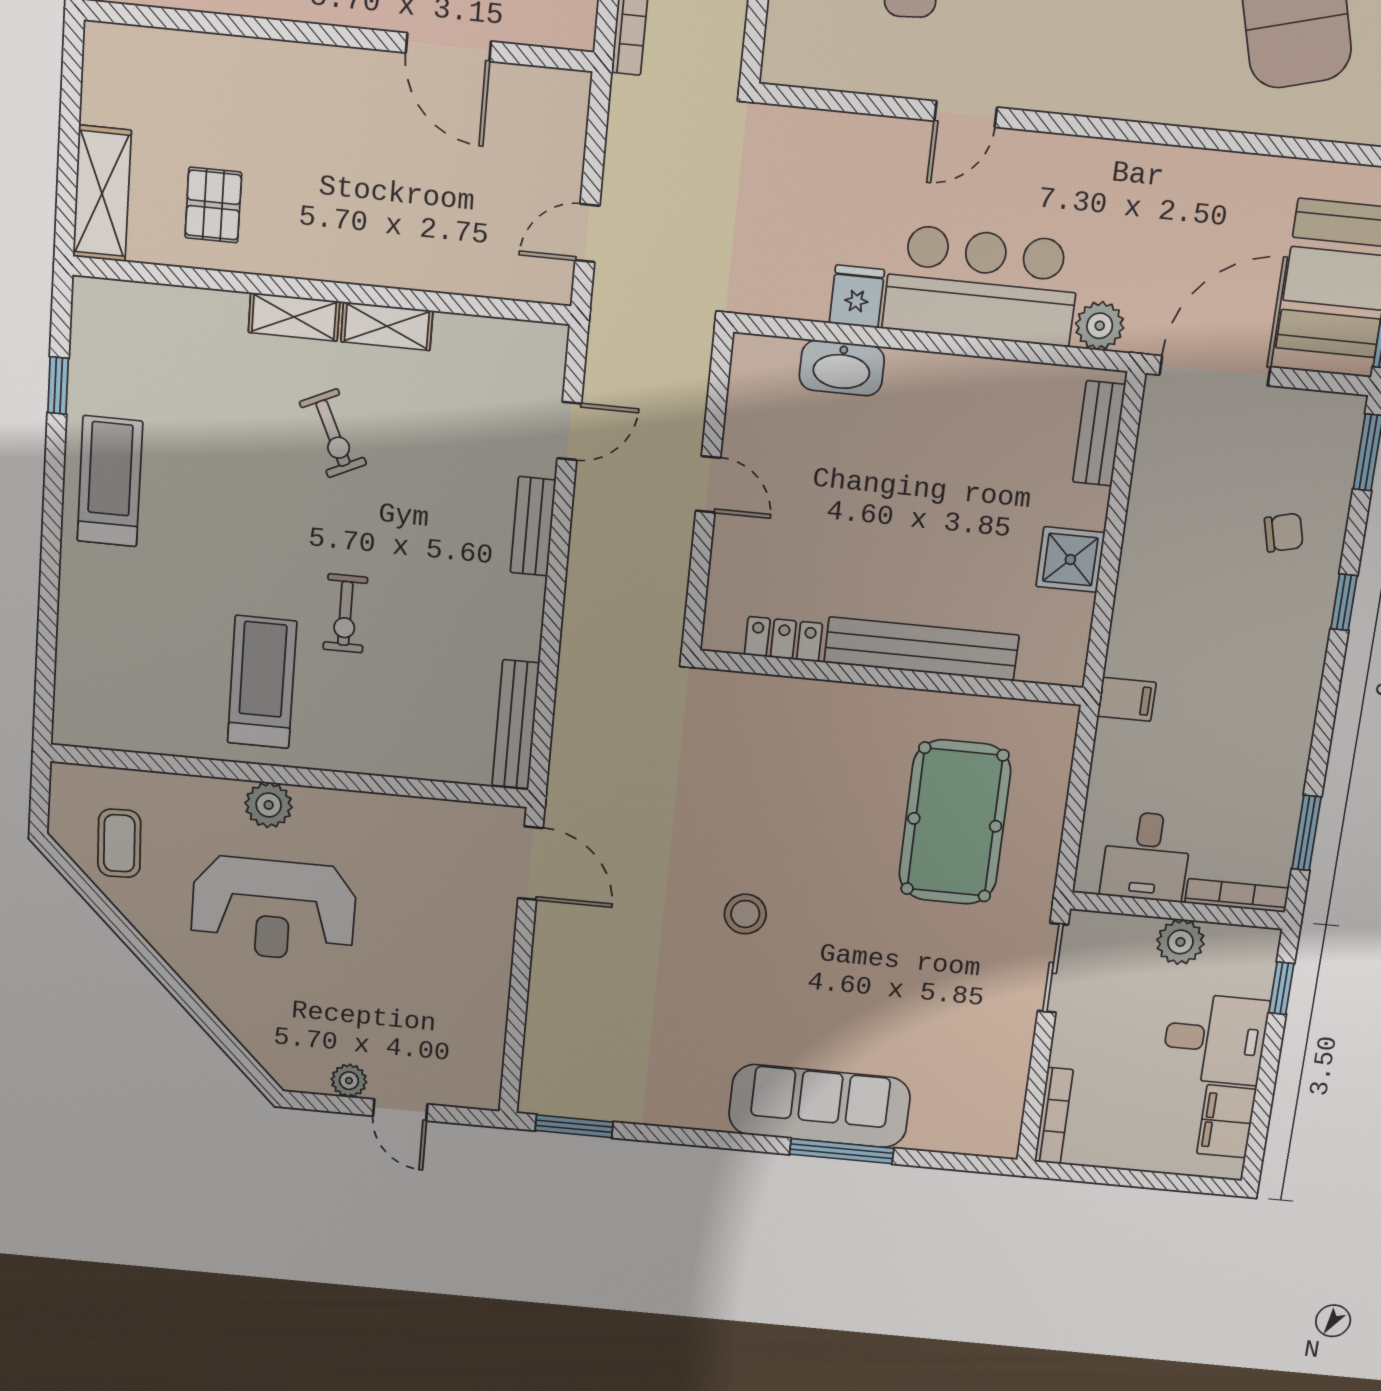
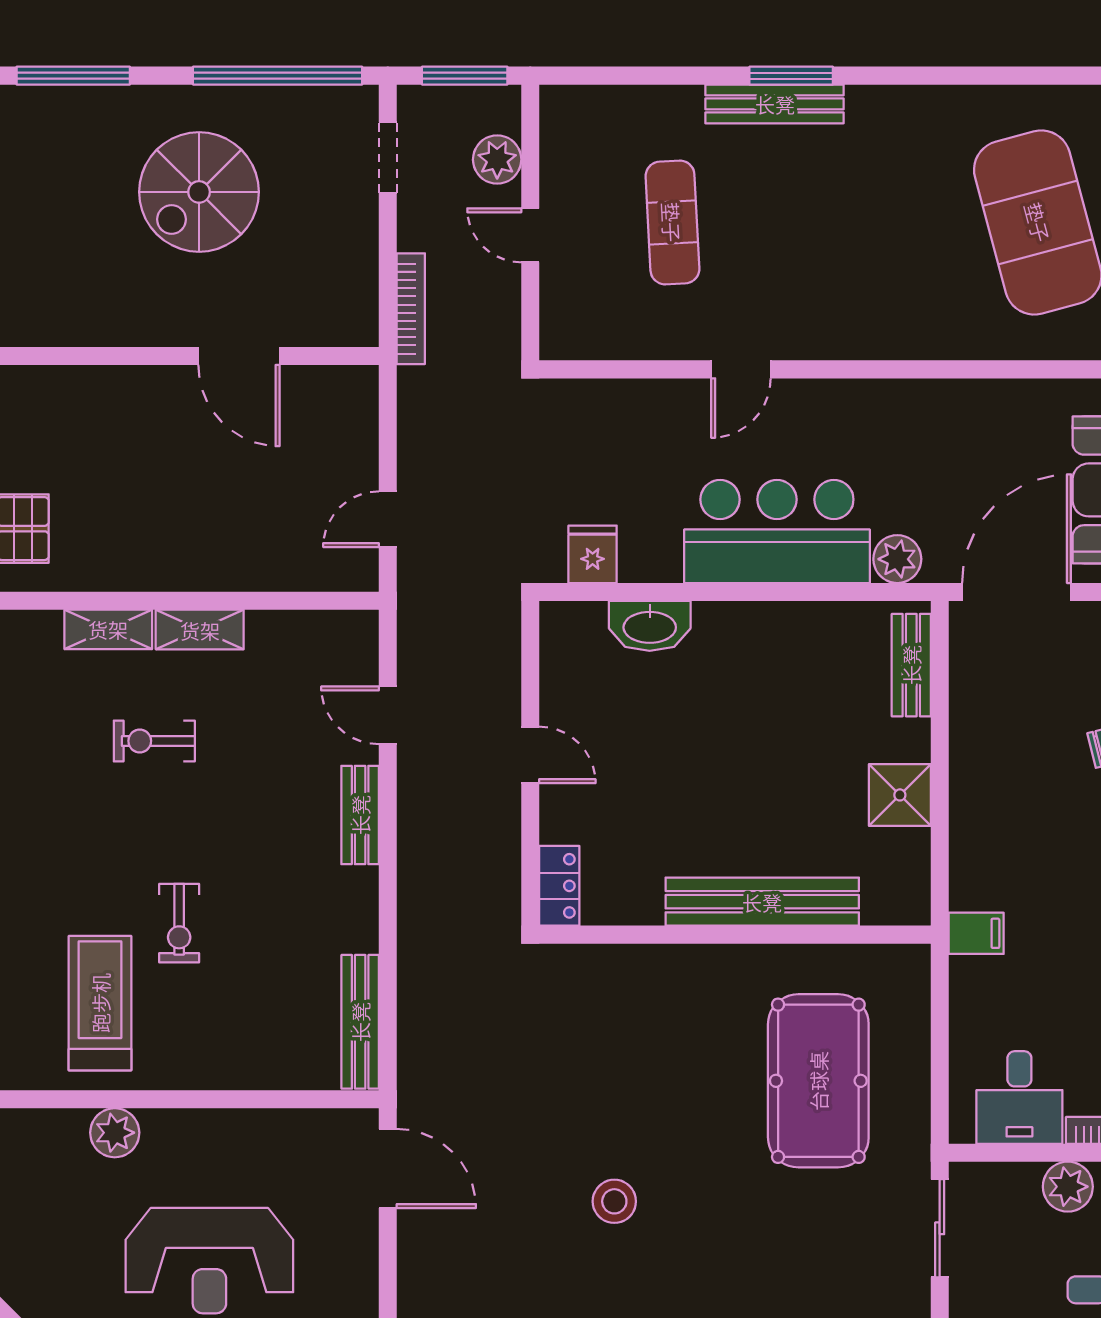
fridge: (857, 296) -> (593, 554), moved
door: (569, 431) -> (388, 715), swing flipped
exercise bike: (333, 433) -> (154, 741), turned 115
locker: (783, 639) -> (559, 886), moved, turned 90
reception desk: (274, 909) -> (209, 1261), moved

